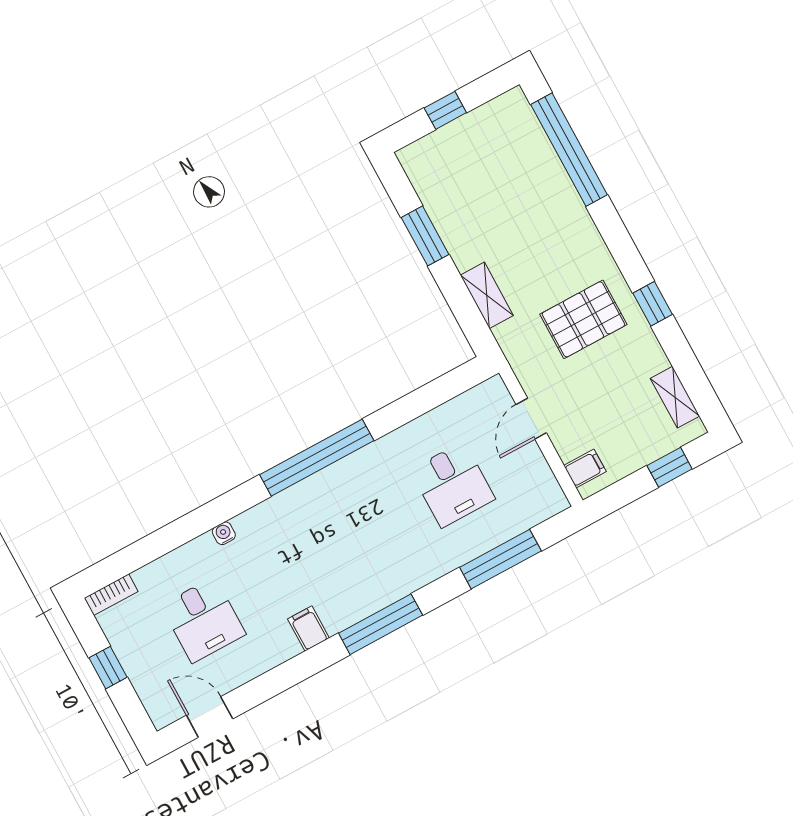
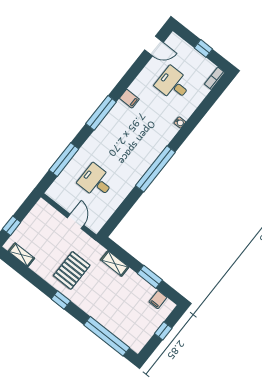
window: (653, 304) -> (61, 300), moved
filing cabinet: (585, 469) -> (158, 300), moved

